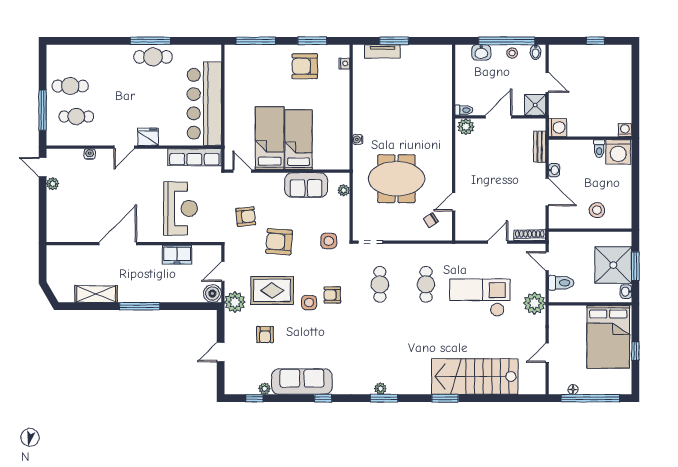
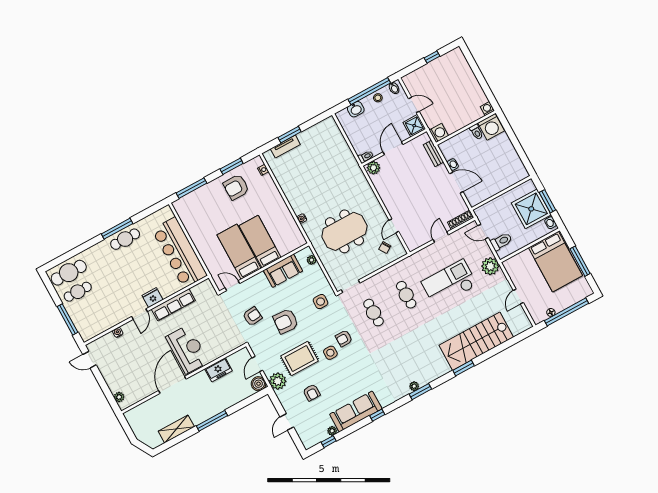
cafe table: (76, 117) -> (69, 273), moved, width x1.37, depth x1.35
row of seats: (194, 157) -> (173, 305), moved
plant: (53, 184) -> (119, 397), moved
reception desk: (181, 208) -> (187, 349), moved
stool: (597, 210) -> (499, 176), removed
window: (635, 351) -> (580, 261), width x2.17

